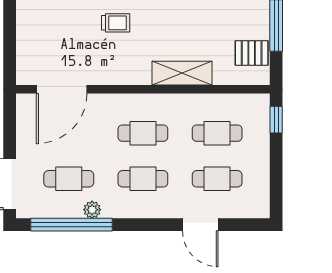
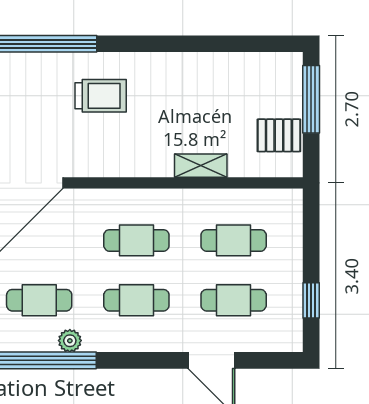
trolley: (116, 23) -> (101, 96), width x1.36, depth x1.39
shelving: (182, 73) -> (201, 166), width x0.67, depth x0.75
window: (276, 120) -> (311, 300), moved

